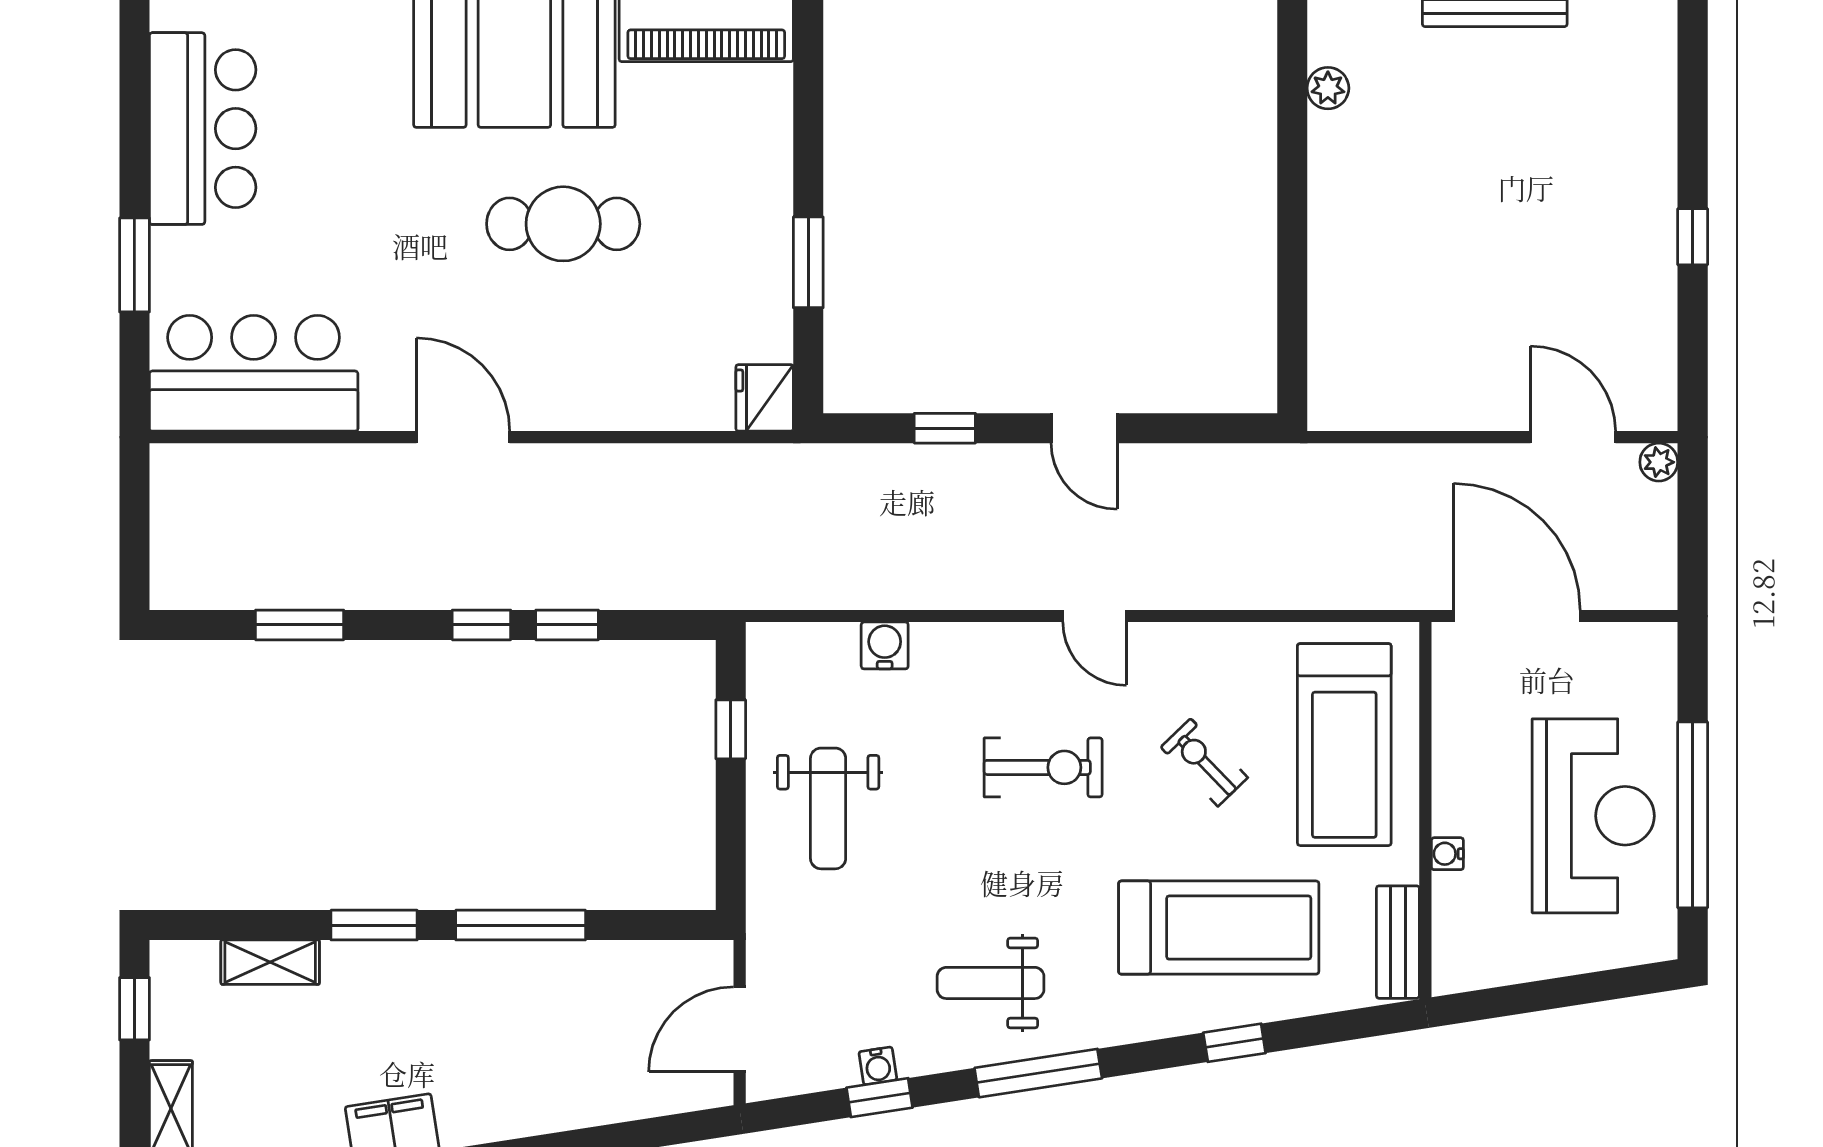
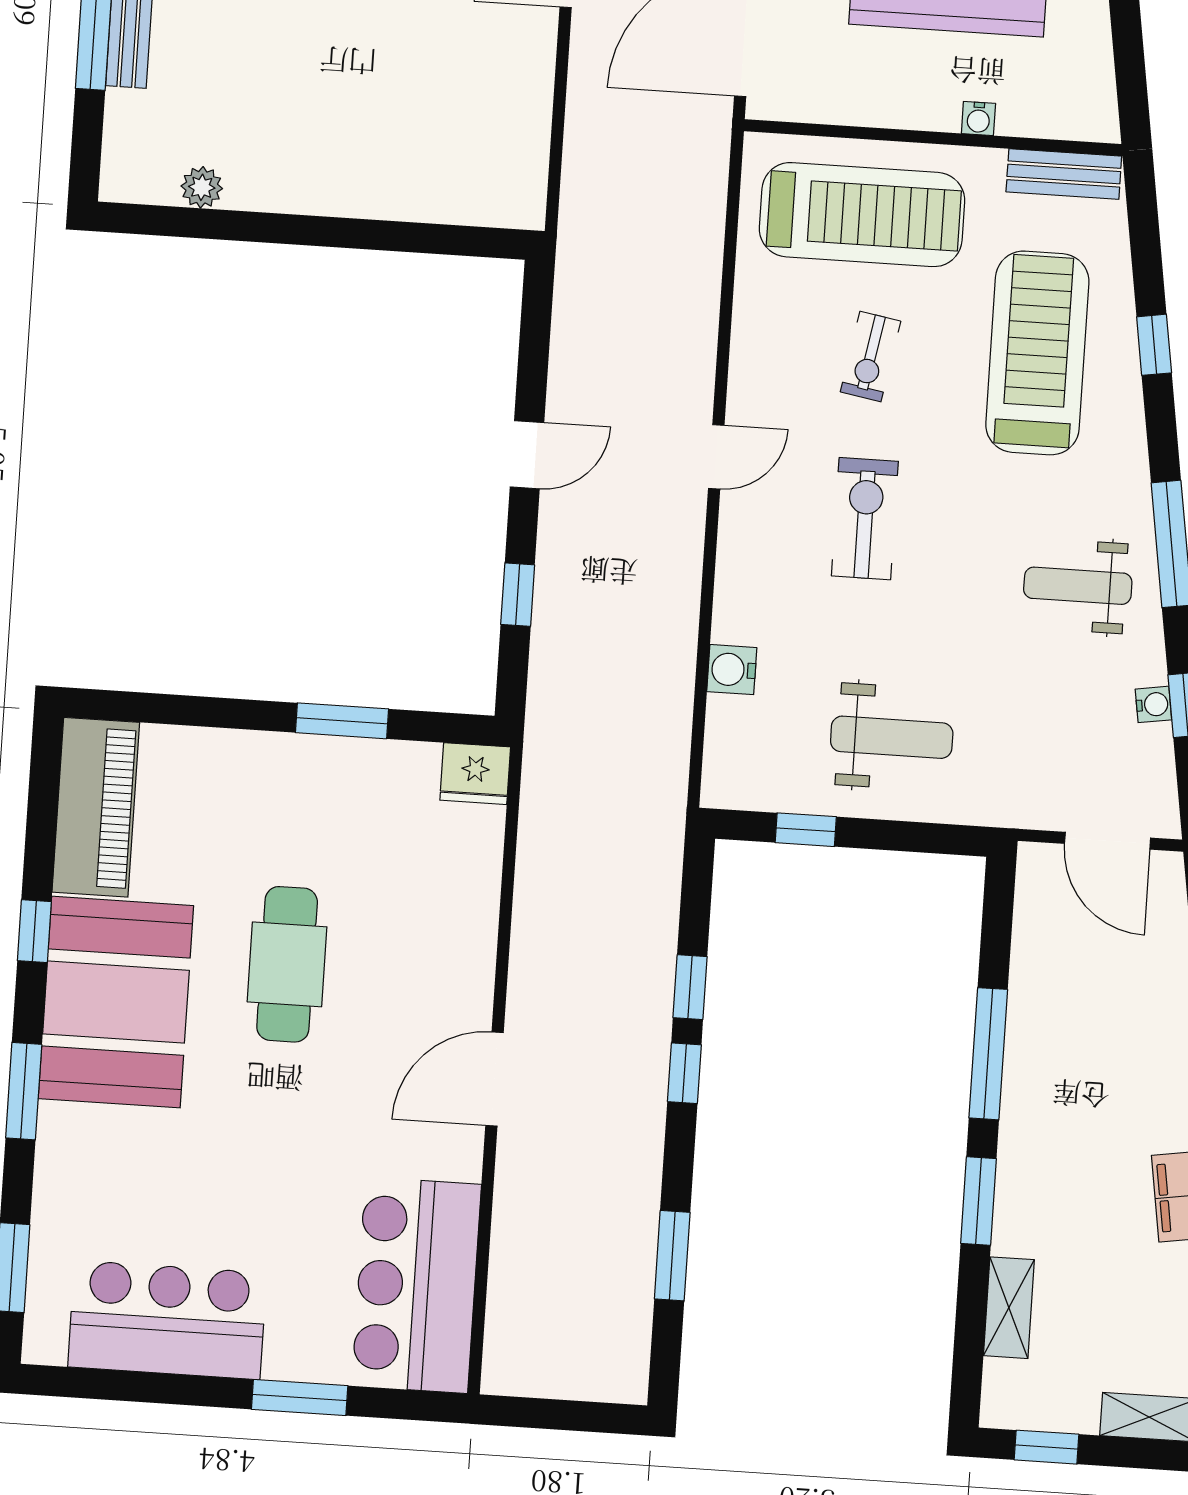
exercise bike: (1204, 762) -> (870, 357), turned -36
weight bench: (991, 983) -> (1078, 586), turned 90

